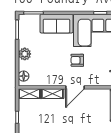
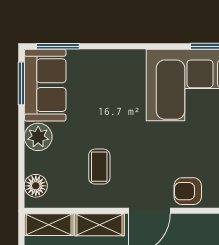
sofa: (56, 24) -> (45, 85), moved, turned -90
armchair: (77, 60) -> (188, 191), moved
coffee table: (52, 67) -> (99, 167), added

